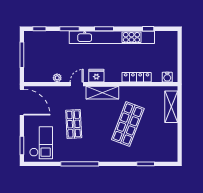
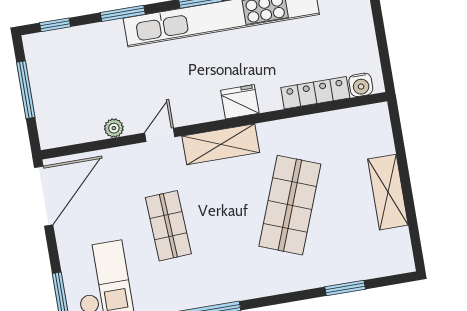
fridge: (96, 76) -> (240, 102), moved
locker: (137, 77) -> (315, 93), moved
door: (22, 102) -> (44, 196), hinge flipped
shelving: (171, 107) -> (388, 192), moved

